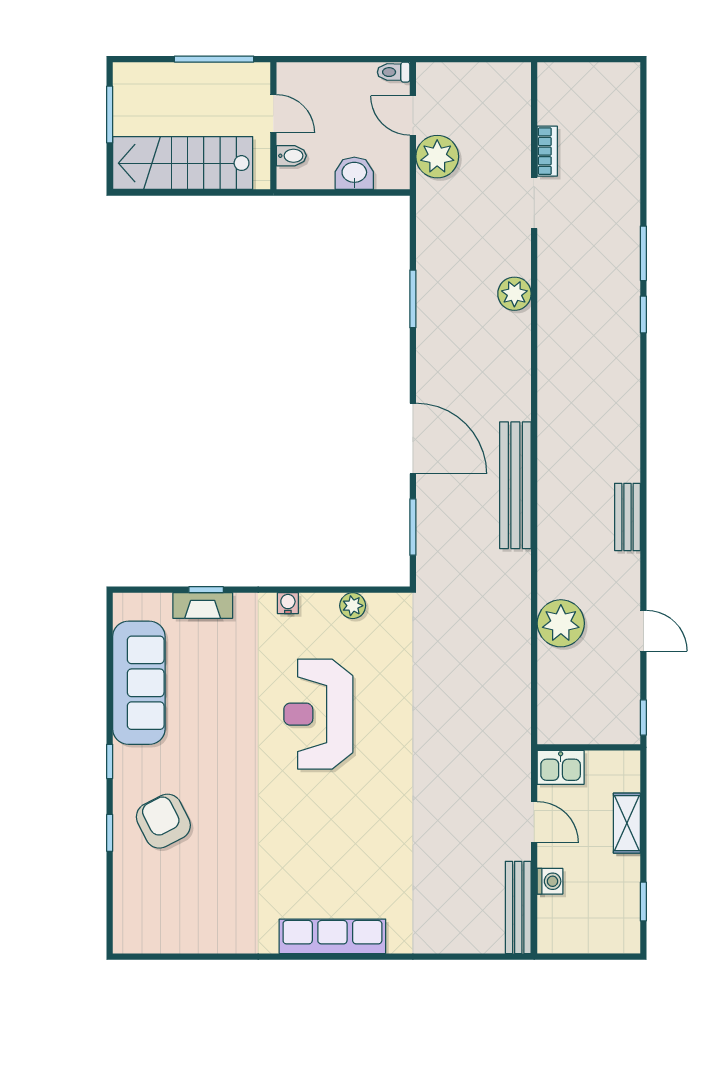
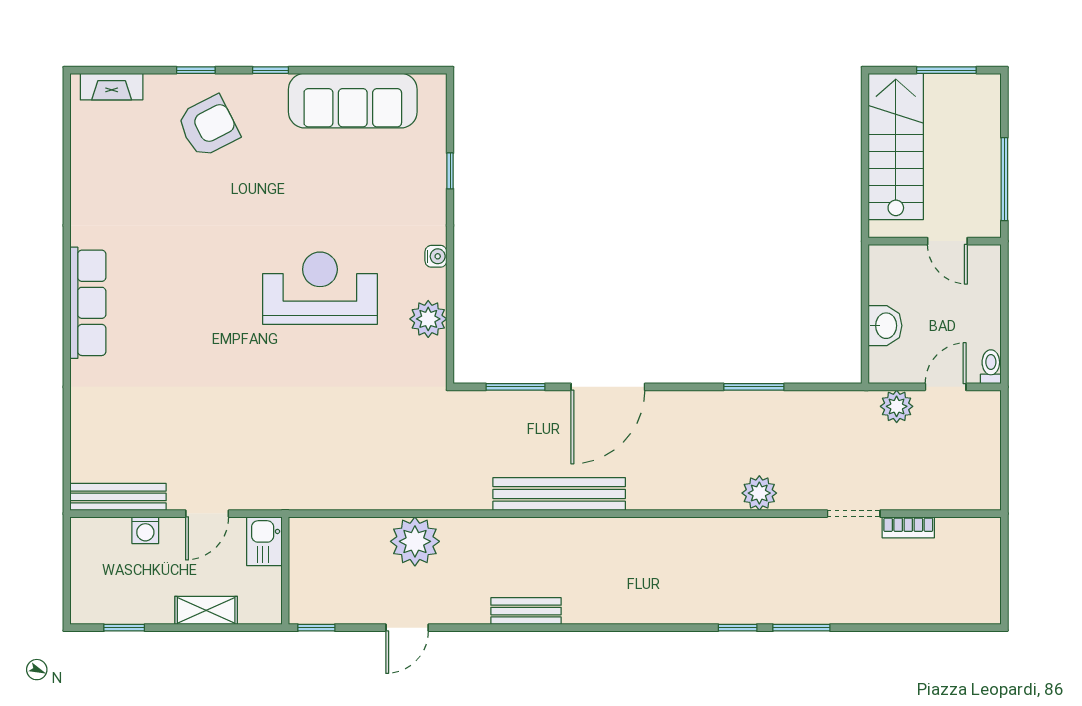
door: (273, 114) -> (947, 241), hinge flipped
bidet: (291, 156) -> (903, 260), removed
plant: (437, 157) -> (897, 406), width x0.73, depth x0.73
fireplace: (203, 606) -> (112, 87), moved, turned -90
plant: (353, 606) -> (428, 319), width x1.38, depth x1.38

